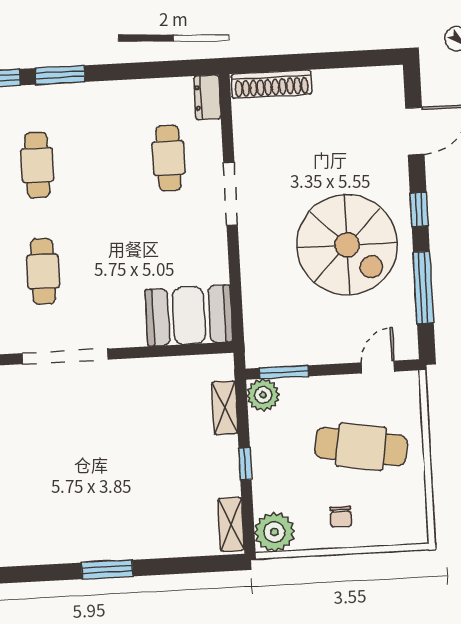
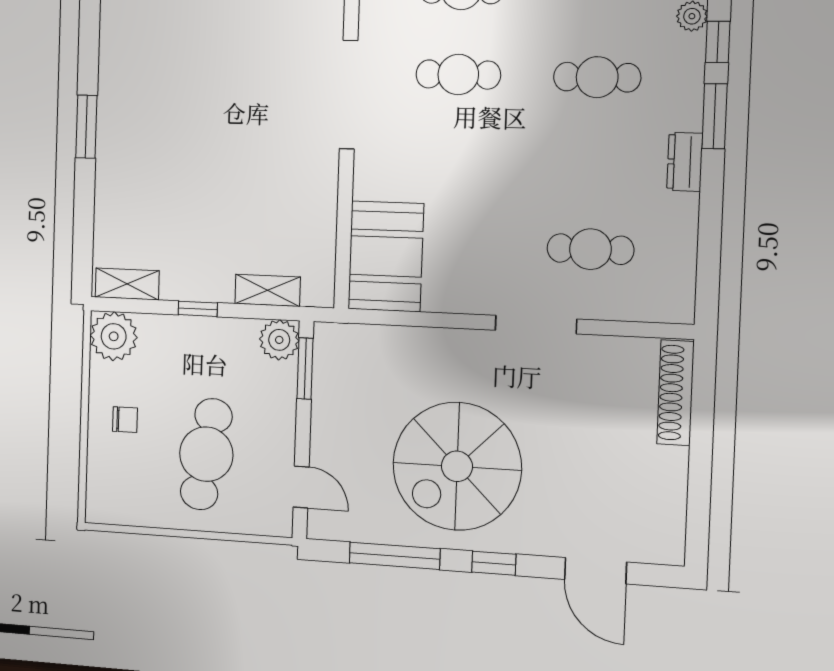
dresser: (207, 97) -> (685, 162), moved, turned -90
chair: (341, 517) -> (125, 420), turned 180

